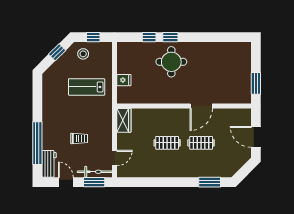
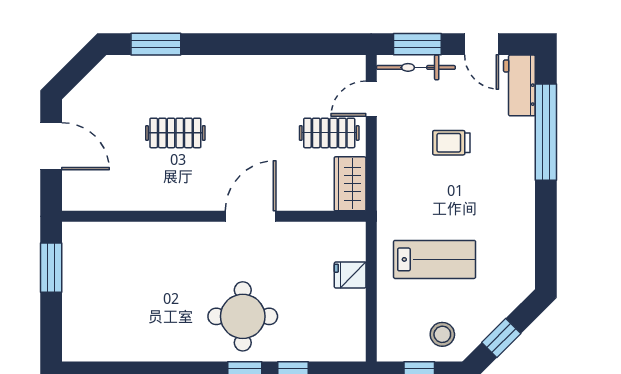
door: (201, 106) -> (251, 216), moved
clothes rail: (167, 143) -> (329, 133), moved

